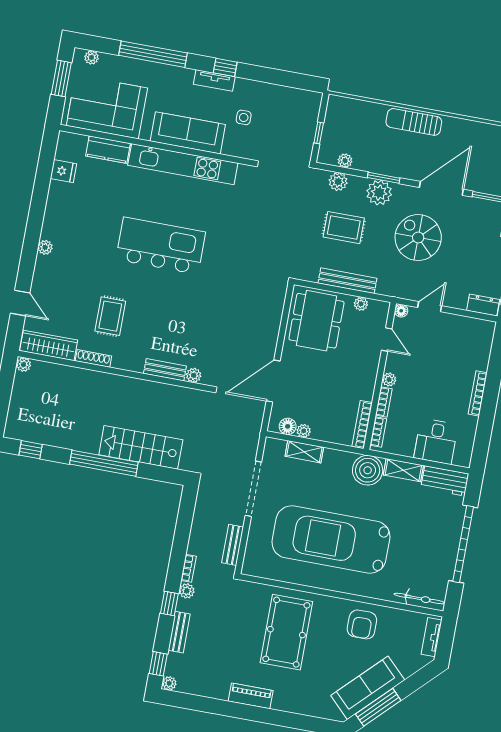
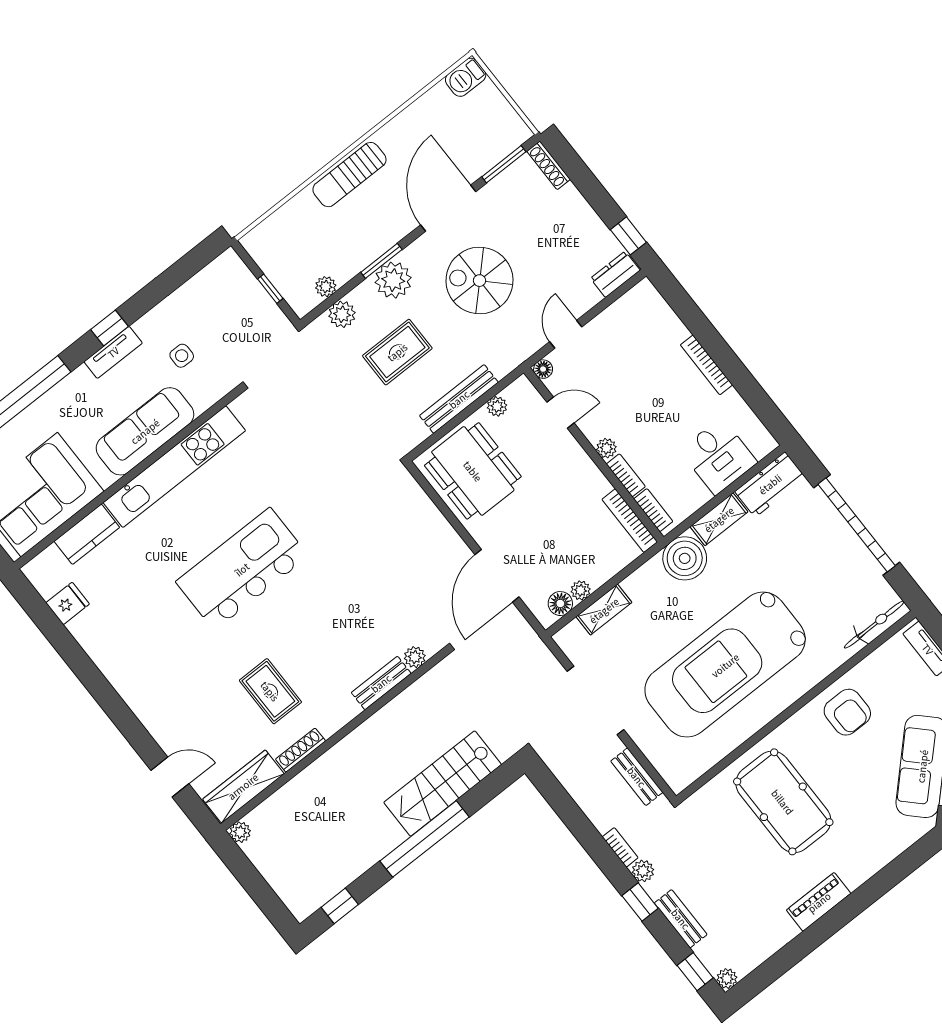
plant: (45, 247) -> (133, 696), removed

